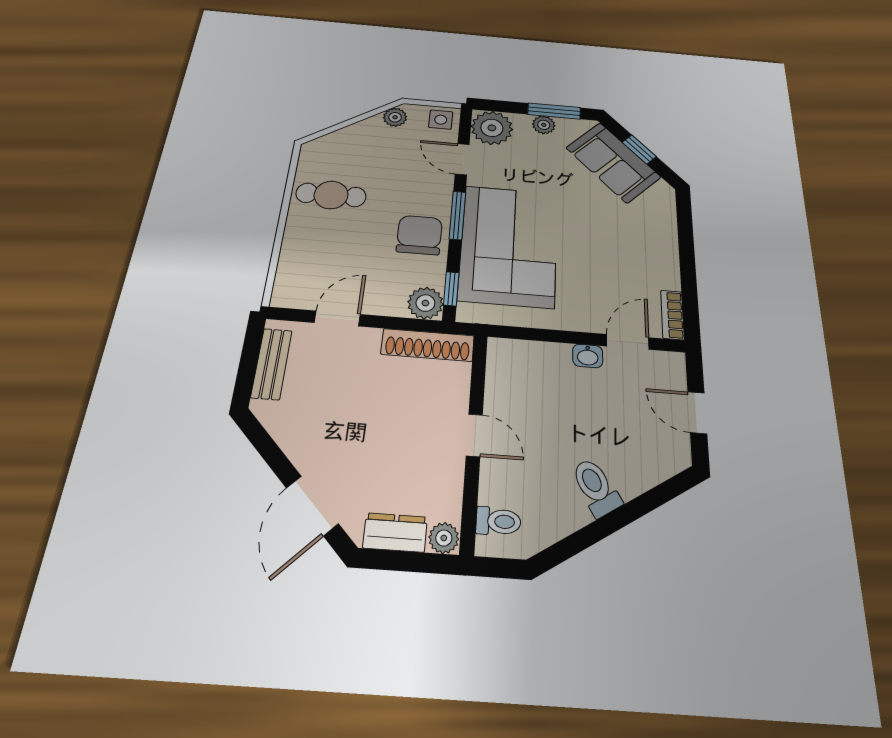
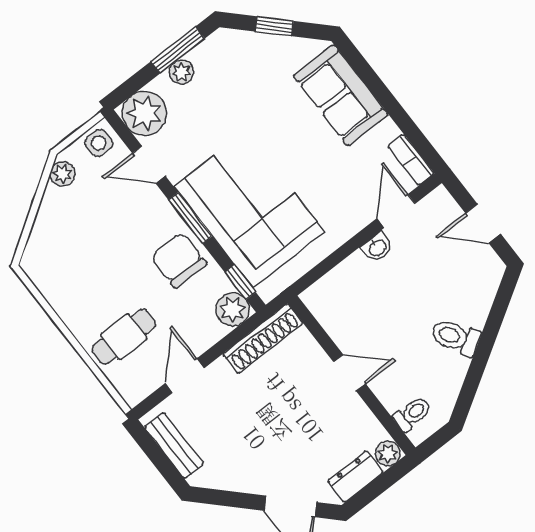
sofa: (613, 162) -> (341, 95), moved, turned 45
cafe table: (331, 195) -> (124, 337), moved

